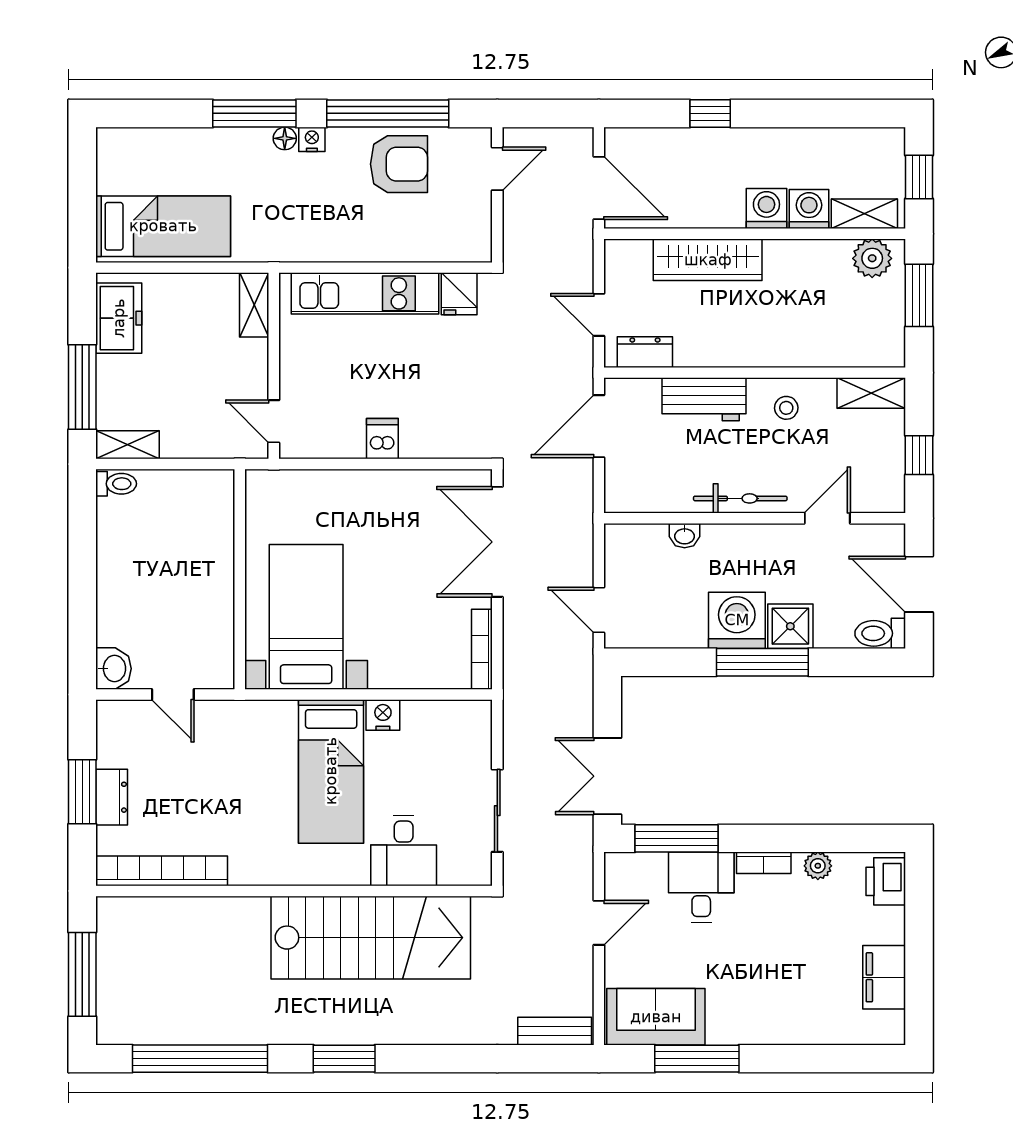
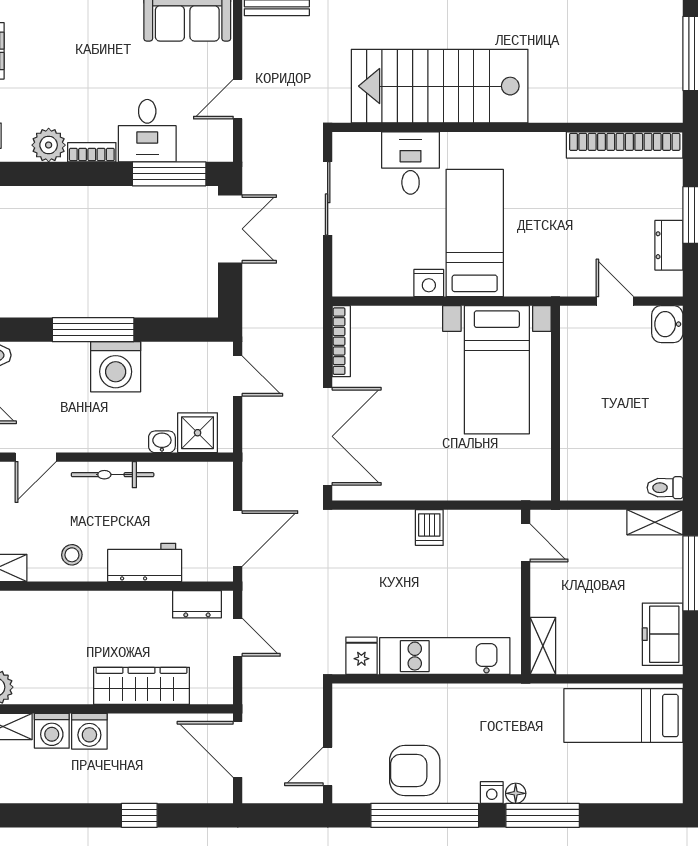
shower: (790, 626) -> (198, 433), moved
dresser: (112, 797) -> (669, 245), moved
plant: (818, 866) -> (49, 145), width x1.38, depth x1.38

